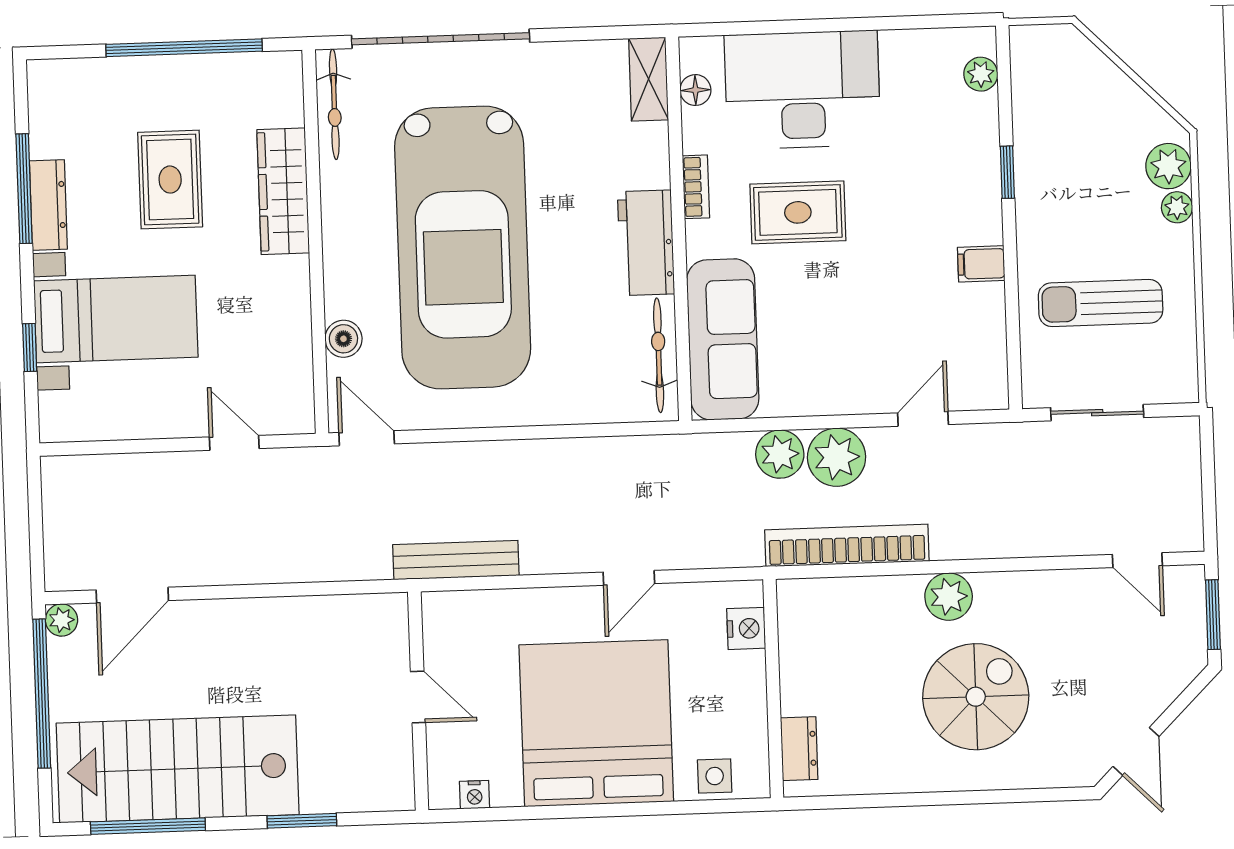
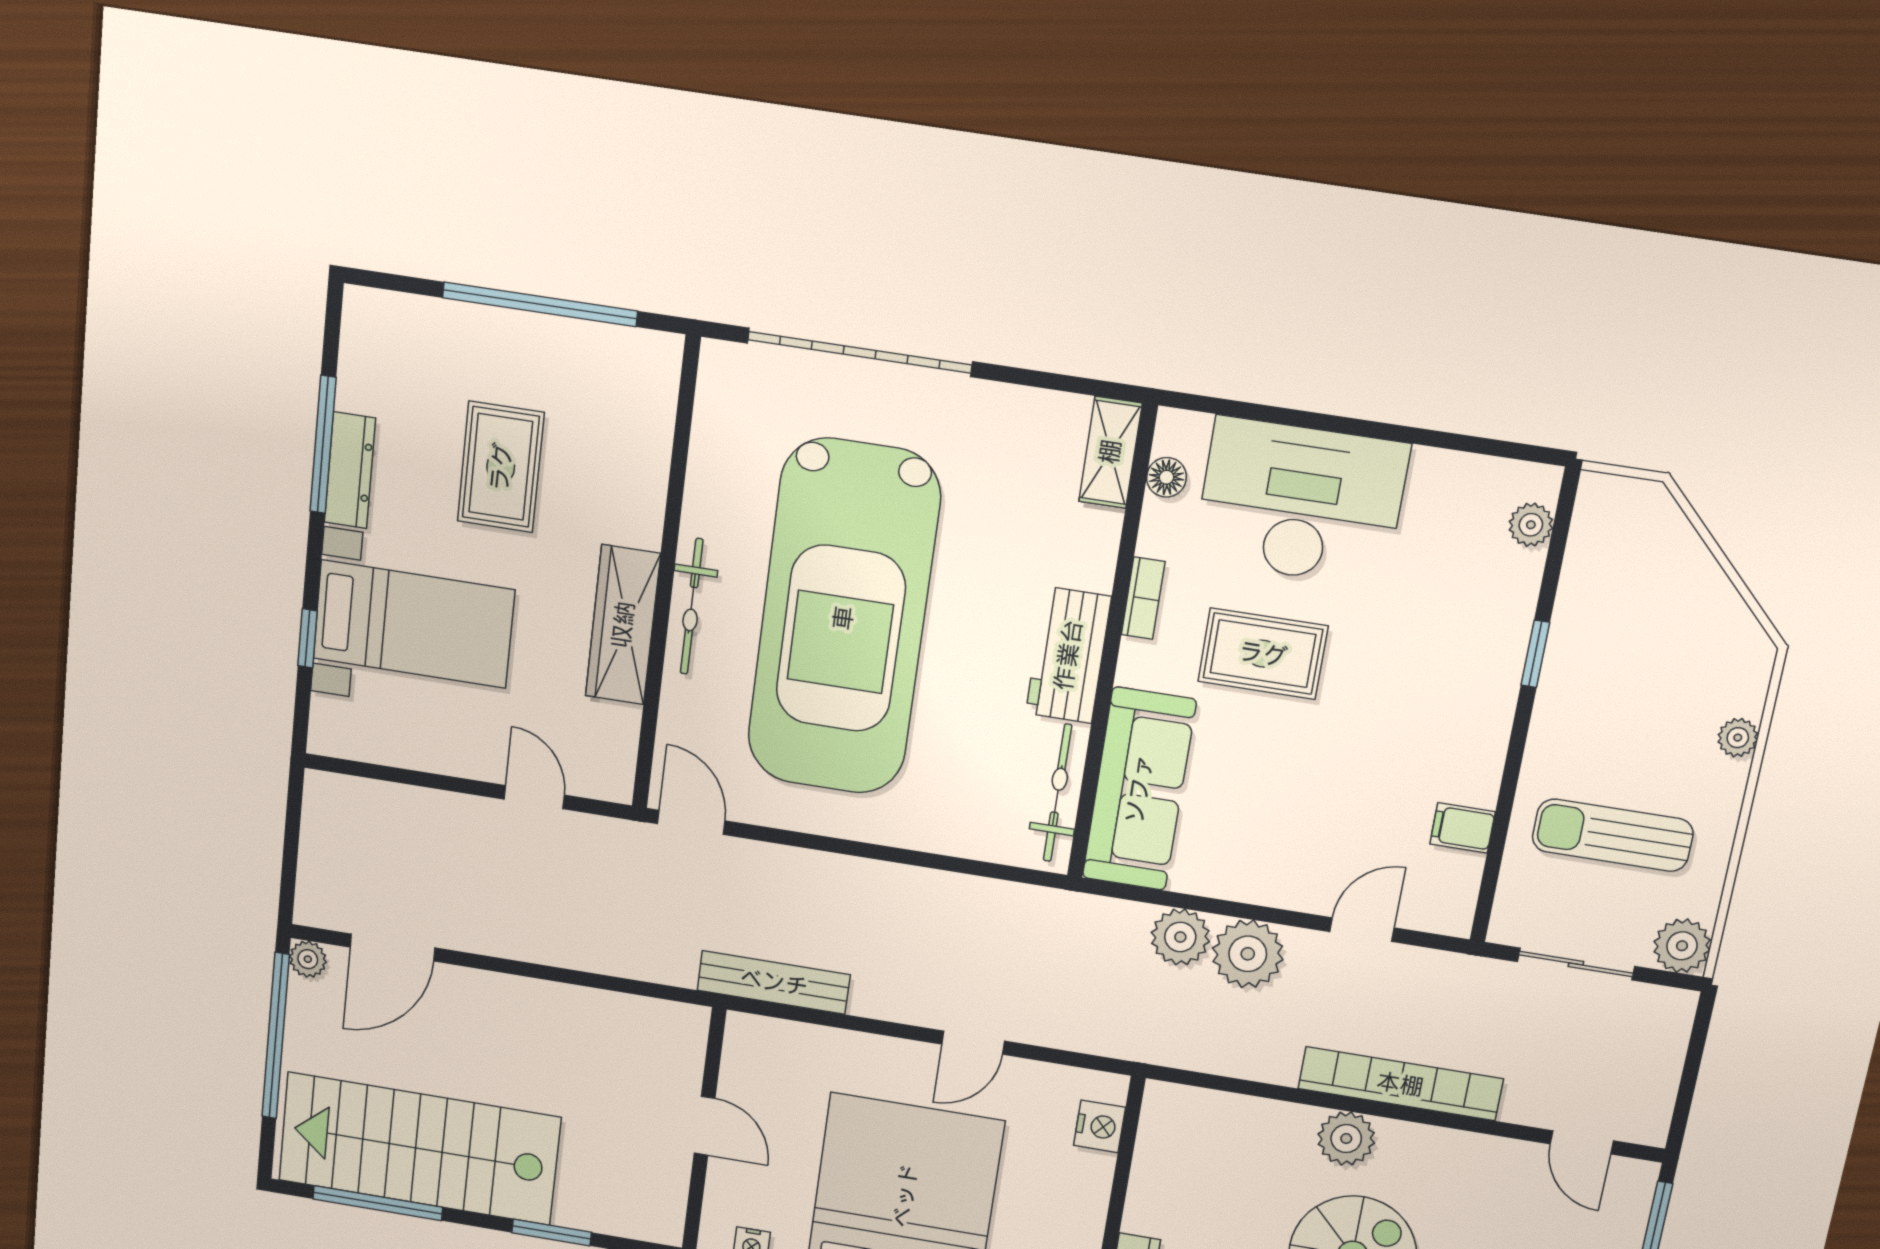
bicycle: (334, 104) -> (692, 606), moved
plant: (1168, 166) -> (1682, 946), moved
wardrobe: (283, 191) -> (623, 625), moved
filing cabinet: (981, 264) -> (1463, 828), moved
boiler: (343, 339) -> (682, 700), removed
bookcase: (847, 545) -> (1400, 1084), moved

